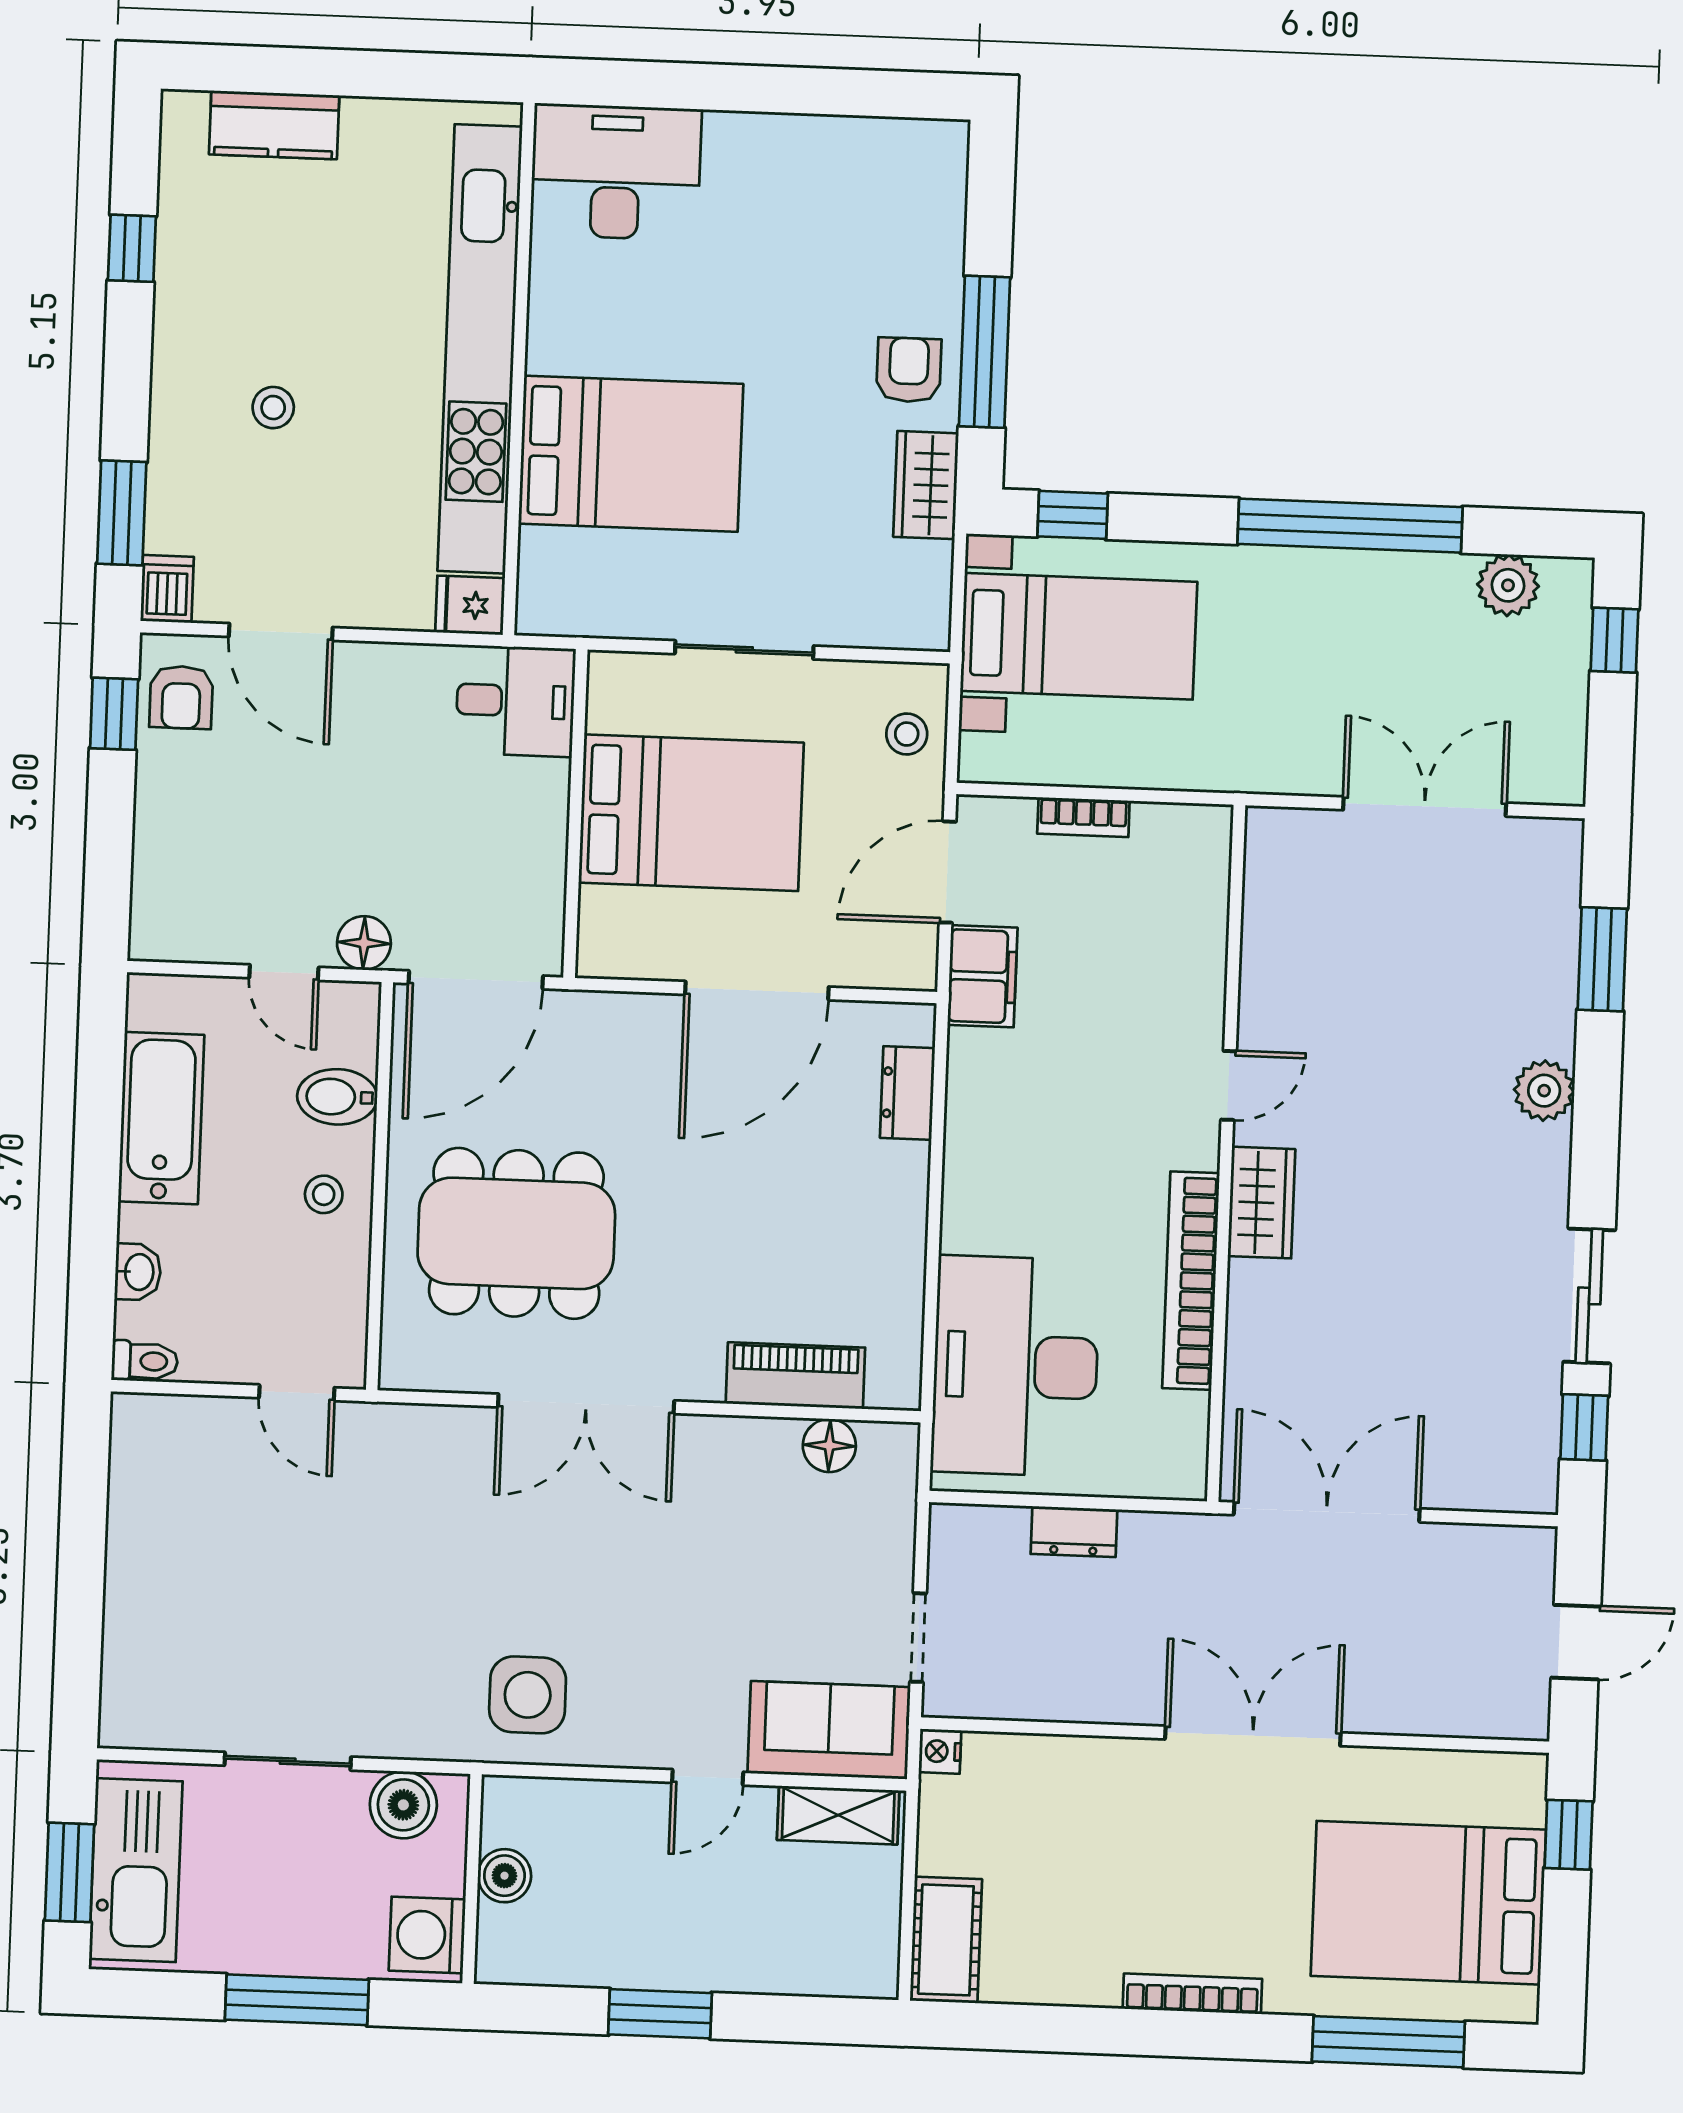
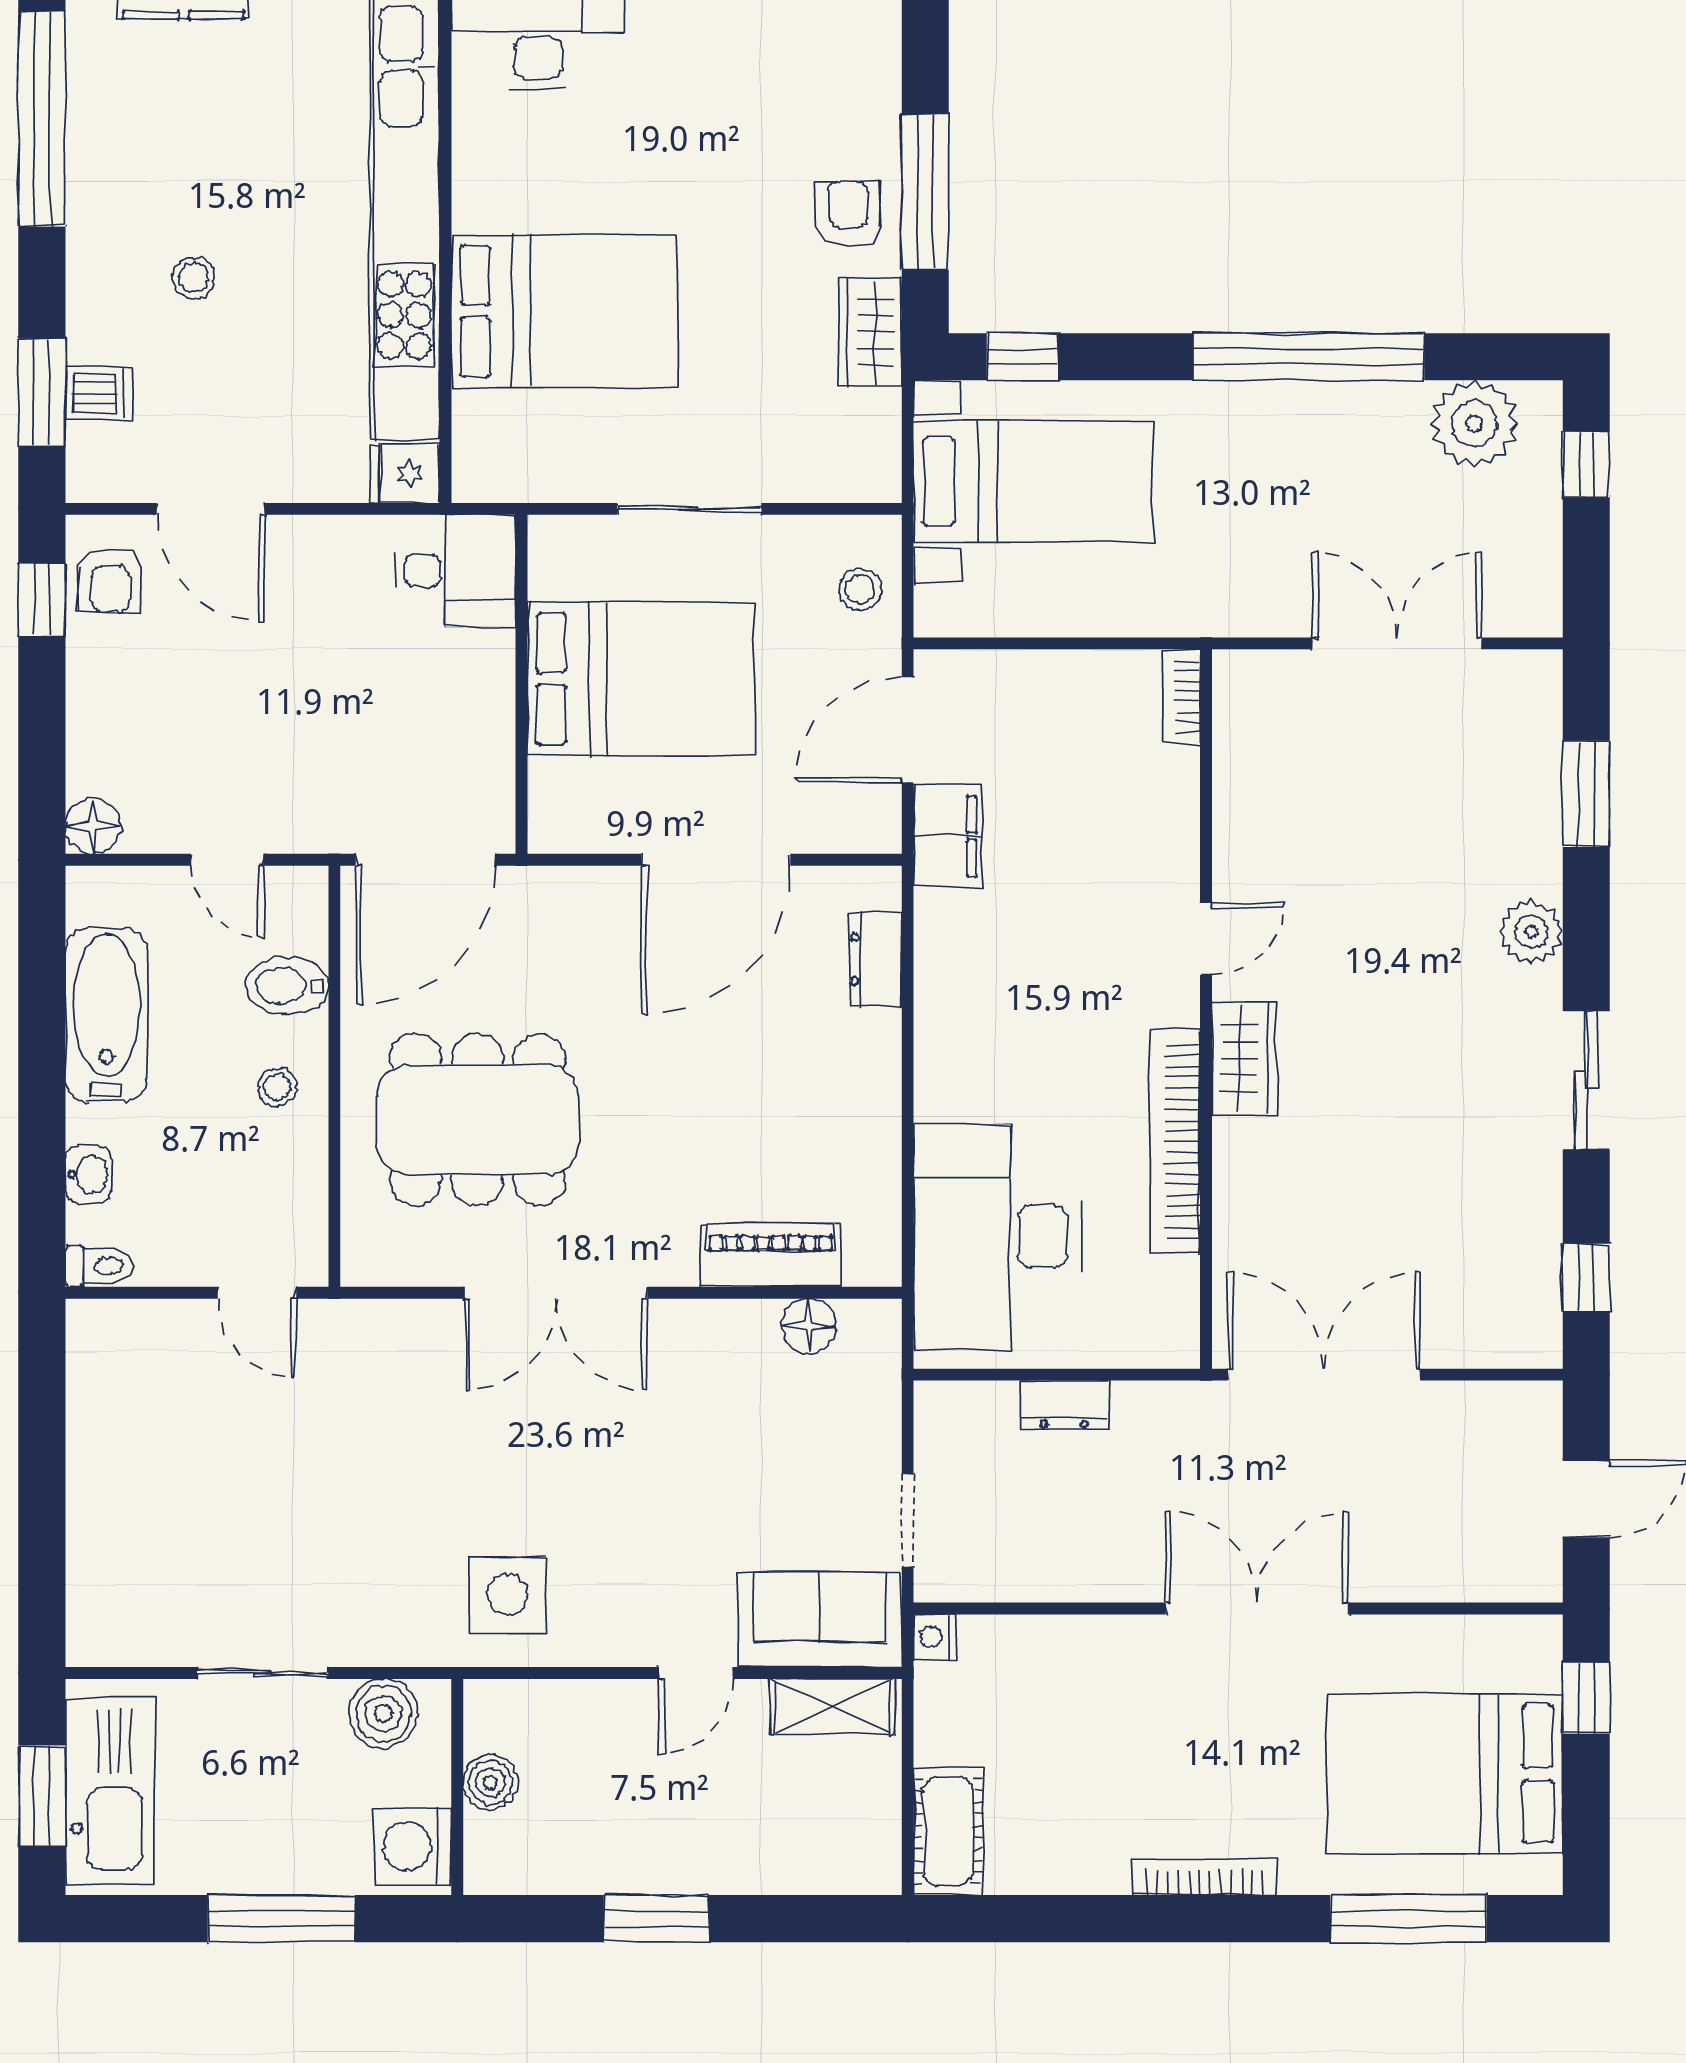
window: (132, 248) -> (42, 119), width x3.17
plant: (1508, 585) -> (1474, 424), width x1.36, depth x1.36
dishwasher: (167, 589) -> (99, 393), moved, turned 90
bookcase: (1083, 817) -> (1181, 696), moved, turned 90
floor lamp: (364, 943) -> (93, 826), moved
sliding door: (1589, 1296) -> (1586, 1080), moved

